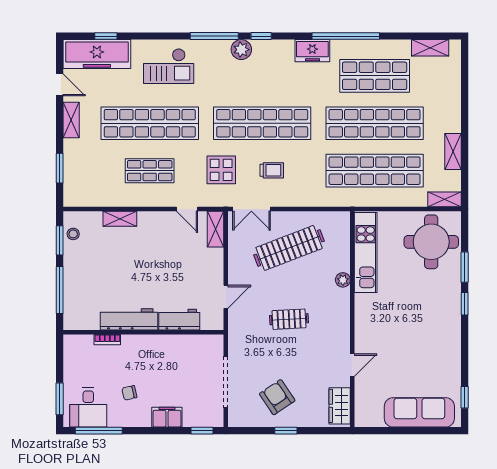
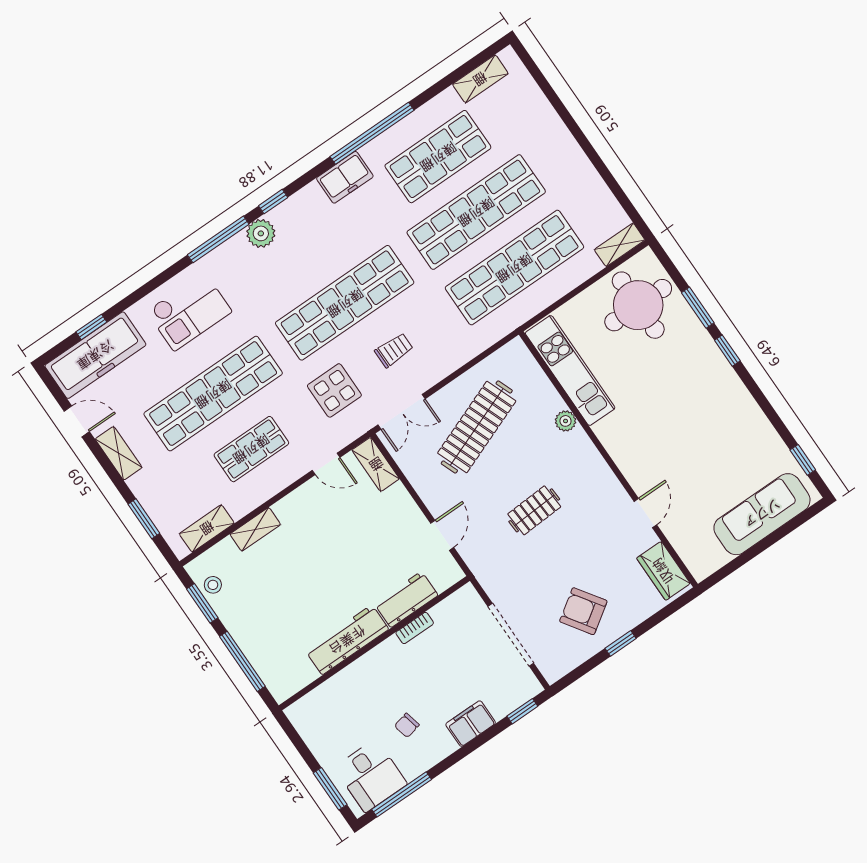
shelving: (453, 151) -> (207, 528), moved, turned 90
bookcase: (107, 340) -> (415, 628), moved

